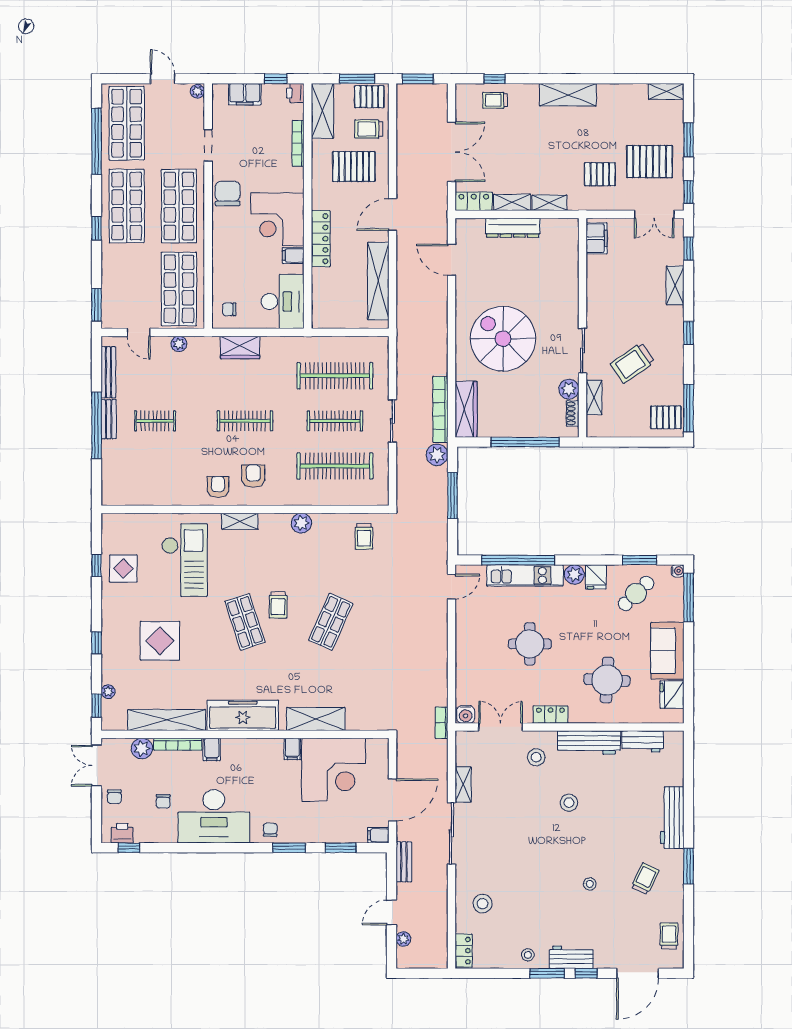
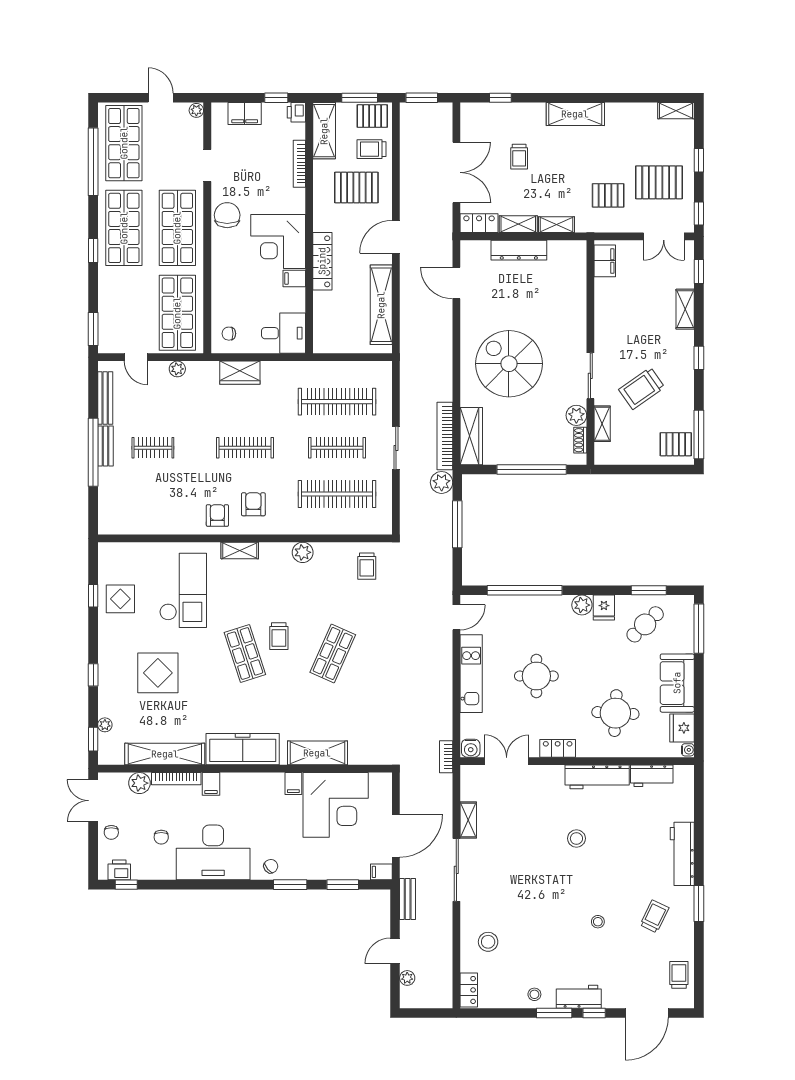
trolley: (495, 100) -> (519, 157), moved, turned -90
window: (688, 140) -> (699, 160), width x0.67
desk: (283, 301) -> (283, 333), width x0.73
water cooler: (678, 571) -> (688, 750), moved
kitchen unit: (525, 575) -> (471, 674), moved, turned -90
stool: (536, 757) -> (543, 792), removed
chair: (270, 830) -> (271, 866), turned 51

